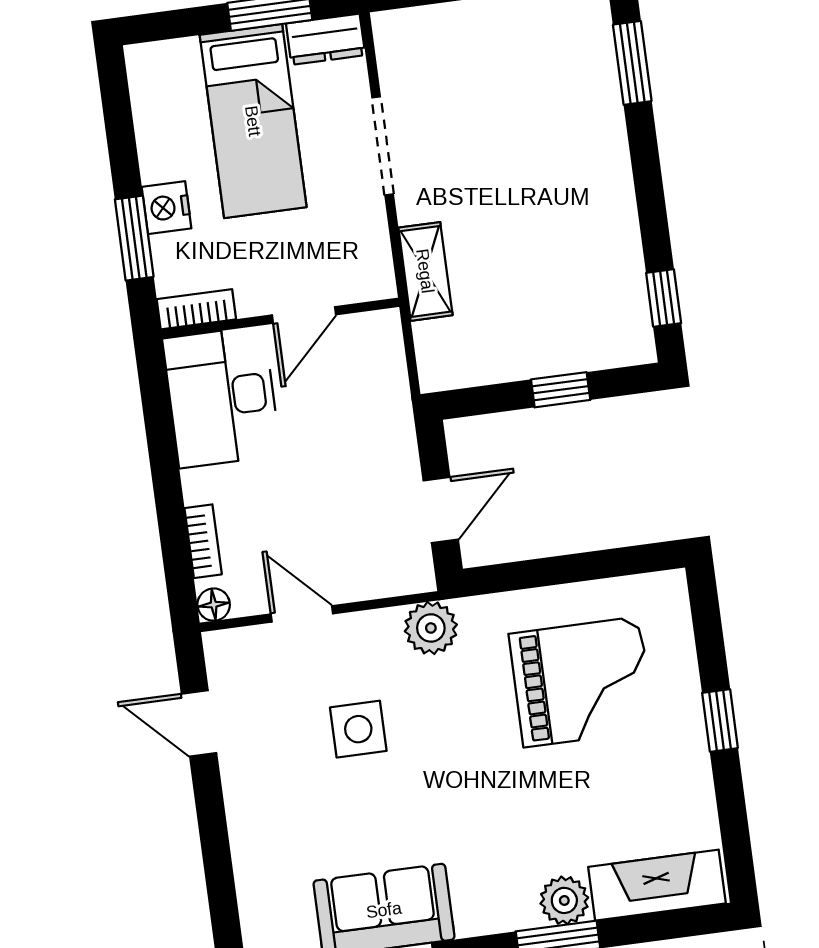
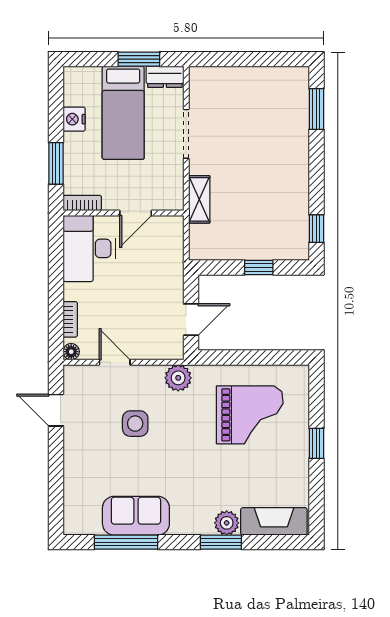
nightstand: (167, 208) -> (74, 119), moved

